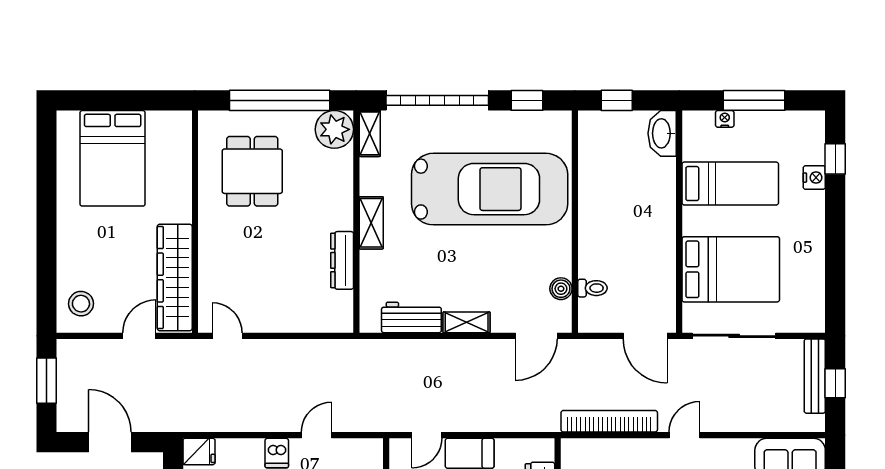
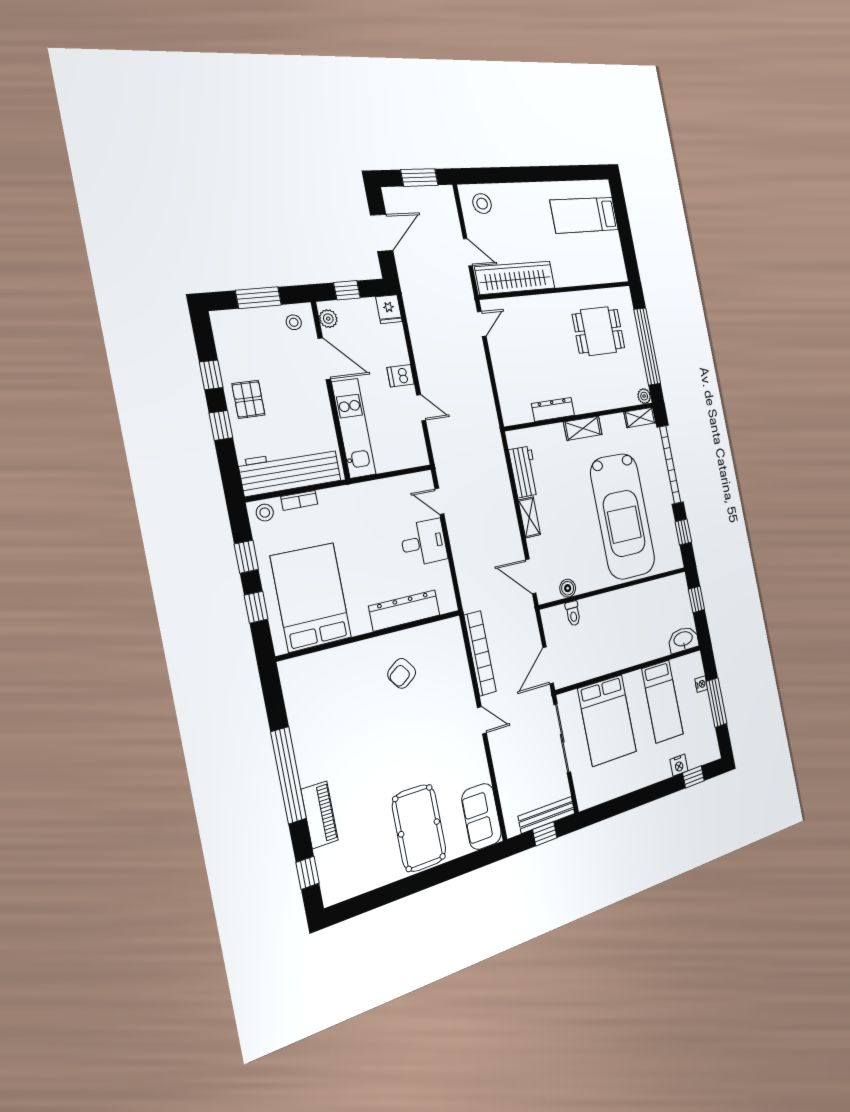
plant: (334, 129) -> (644, 396), width x0.53, depth x0.53
bed: (113, 158) -> (585, 215), width x0.67

